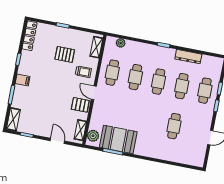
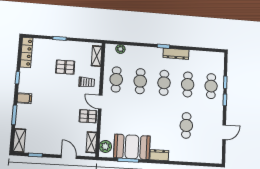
dresser: (188, 57) -> (176, 54), moved
dresser: (143, 151) -> (159, 155), added

